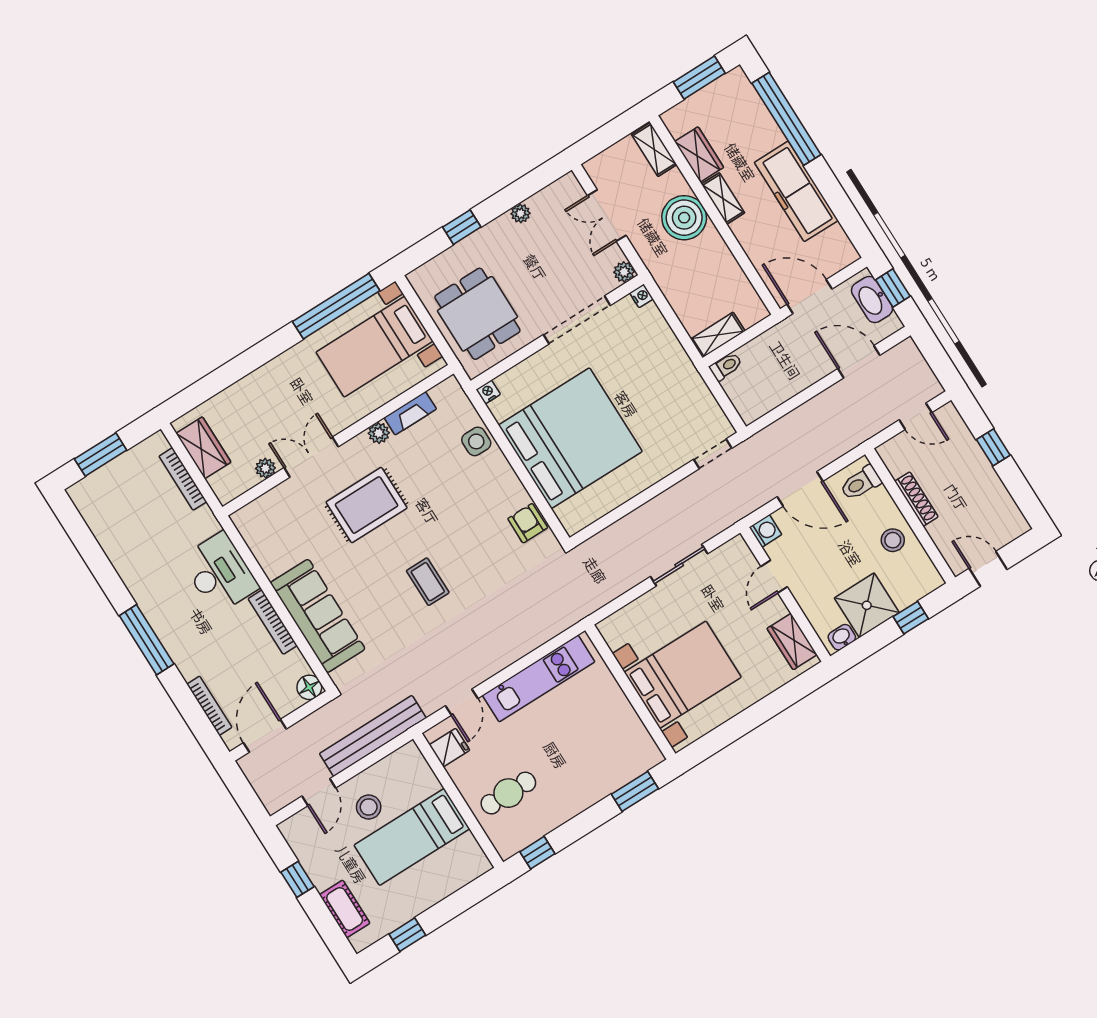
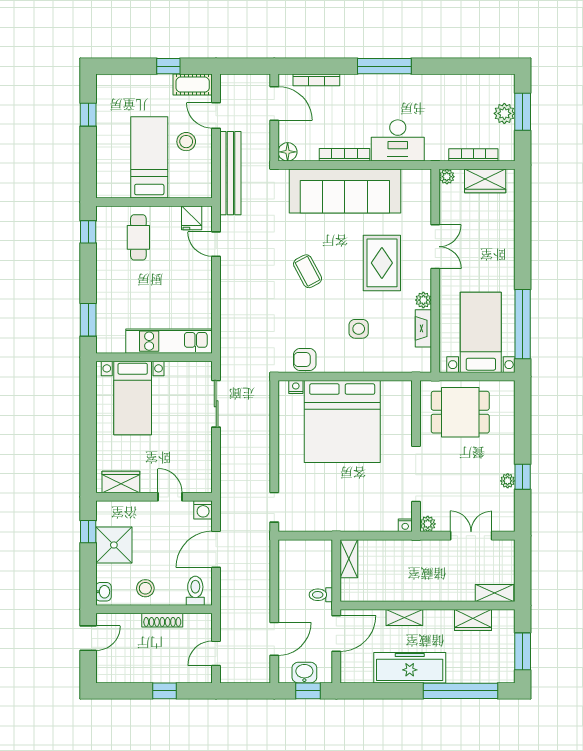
shelving: (723, 198) -> (404, 618), moved
boiler: (684, 218) -> (438, 585), removed
window: (462, 227) -> (523, 477), moved
washbasin: (872, 300) -> (304, 673), width x0.72
toilet: (726, 366) -> (321, 595), moved, turned 90
nightstand: (488, 392) -> (296, 387), moved, turned -90
side table: (476, 441) -> (359, 329), moved
plant: (265, 468) -> (447, 177), moved
plant: (115, 474) -> (504, 113), added
armchair: (528, 523) -> (305, 360), turned 180
sliding door: (679, 565) -> (216, 404), moved
coffee table: (428, 582) -> (308, 271), turned 62
sofa: (318, 616) -> (345, 191), width x1.36, depth x1.27
window: (911, 618) -> (88, 532), moved
washbasin: (842, 637) -> (103, 592), moved
bed with nightstands: (683, 675) -> (133, 398), width x0.73
kitchen unit: (539, 678) -> (169, 341), moved, turned 90
cot: (345, 909) -> (193, 85), moved

